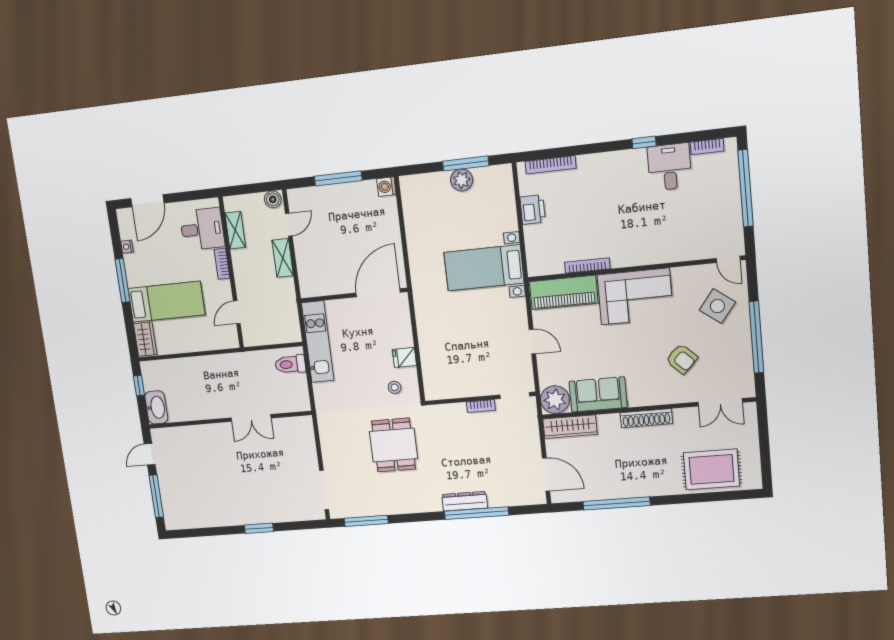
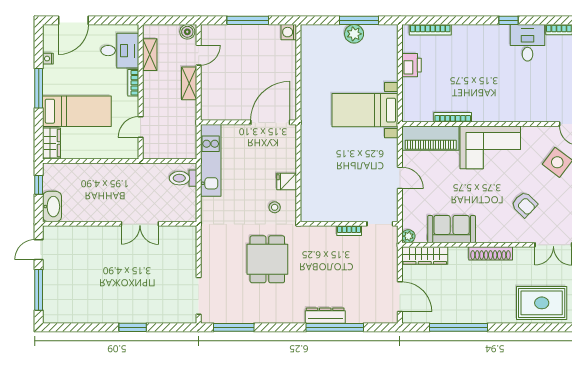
plant: (555, 400) -> (408, 236), width x0.53, depth x0.53

